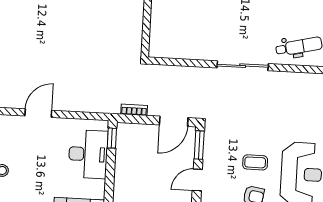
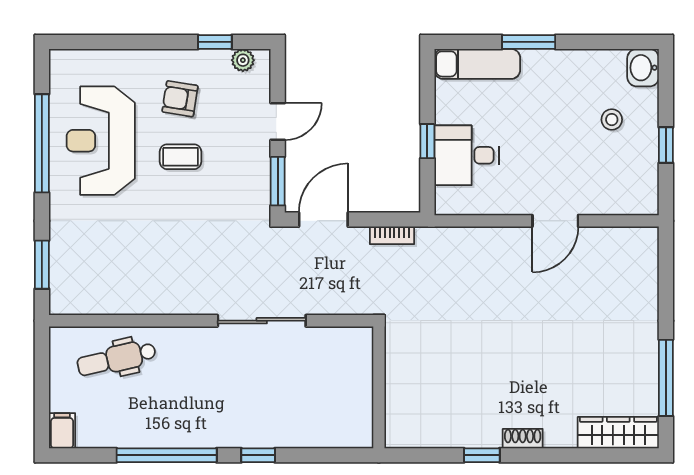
sliding door: (243, 66) -> (262, 321), moved
window: (112, 138) -> (427, 141), moved
desk: (88, 154) -> (467, 155), width x0.73

